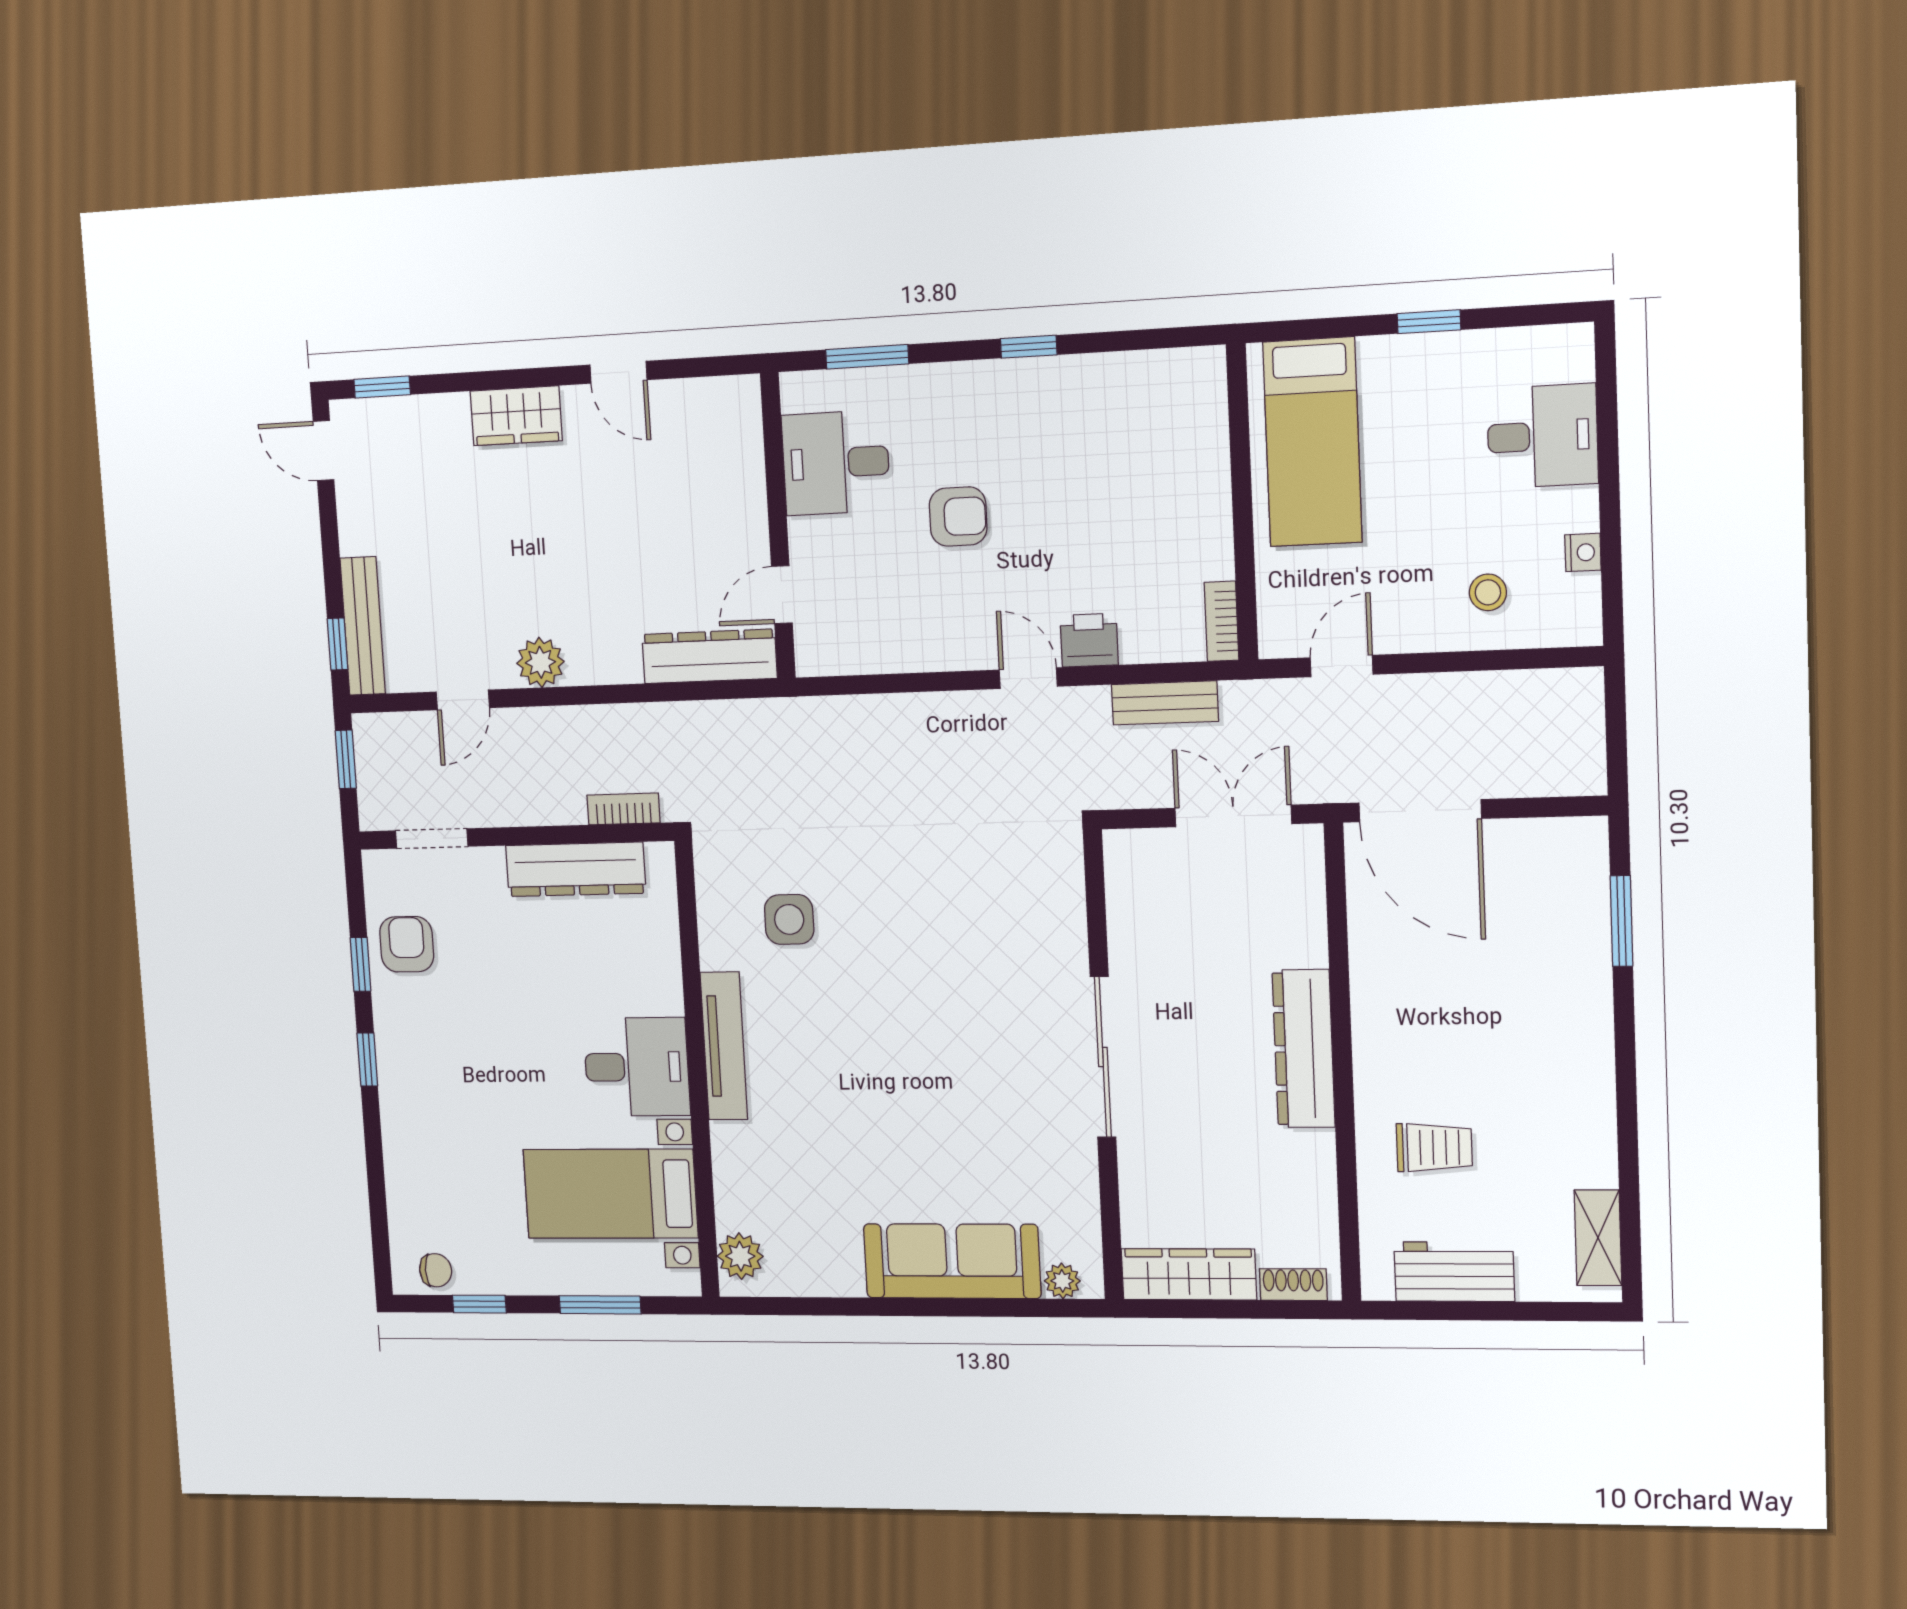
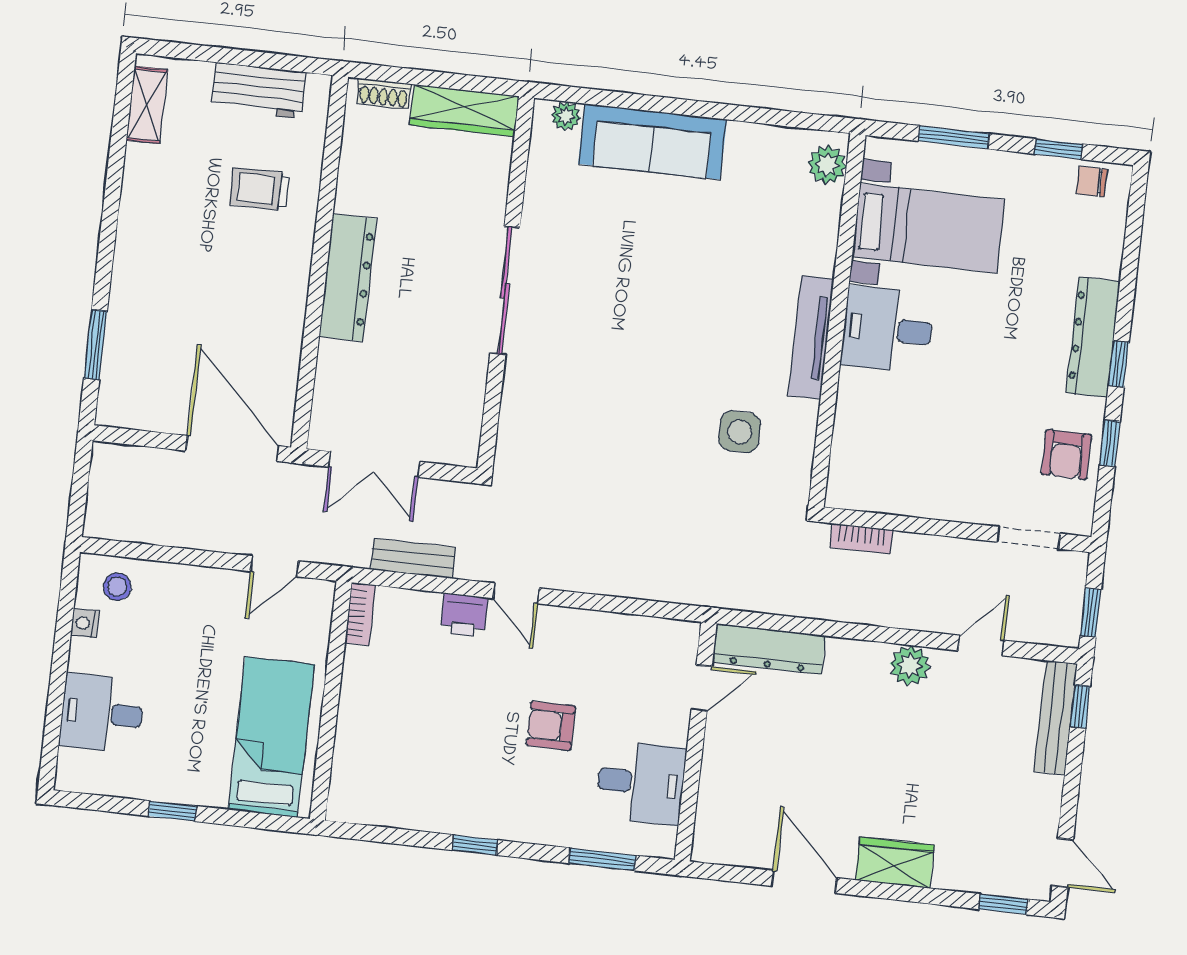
door: (618, 372) -> (804, 882), width x1.38
stool: (1488, 592) -> (117, 587), moved
dresser: (576, 869) -> (1093, 337), moved, turned -90

